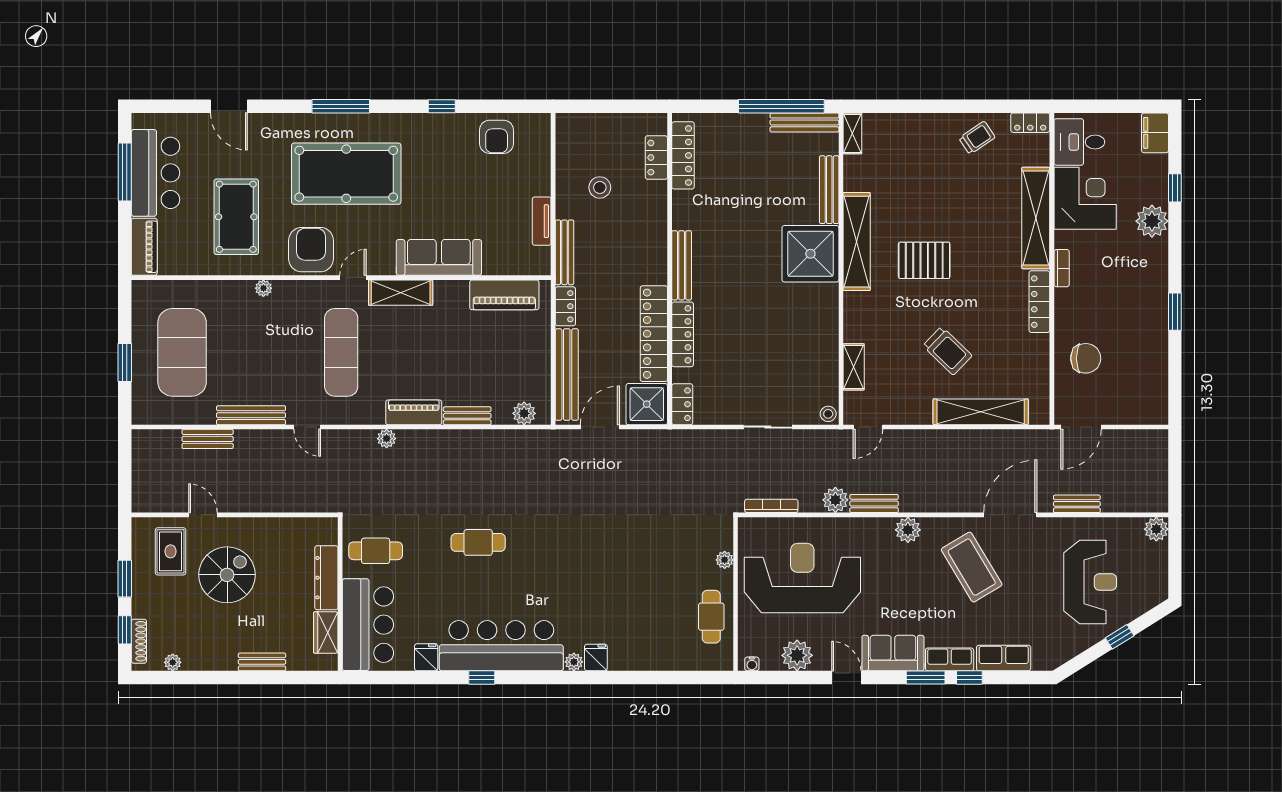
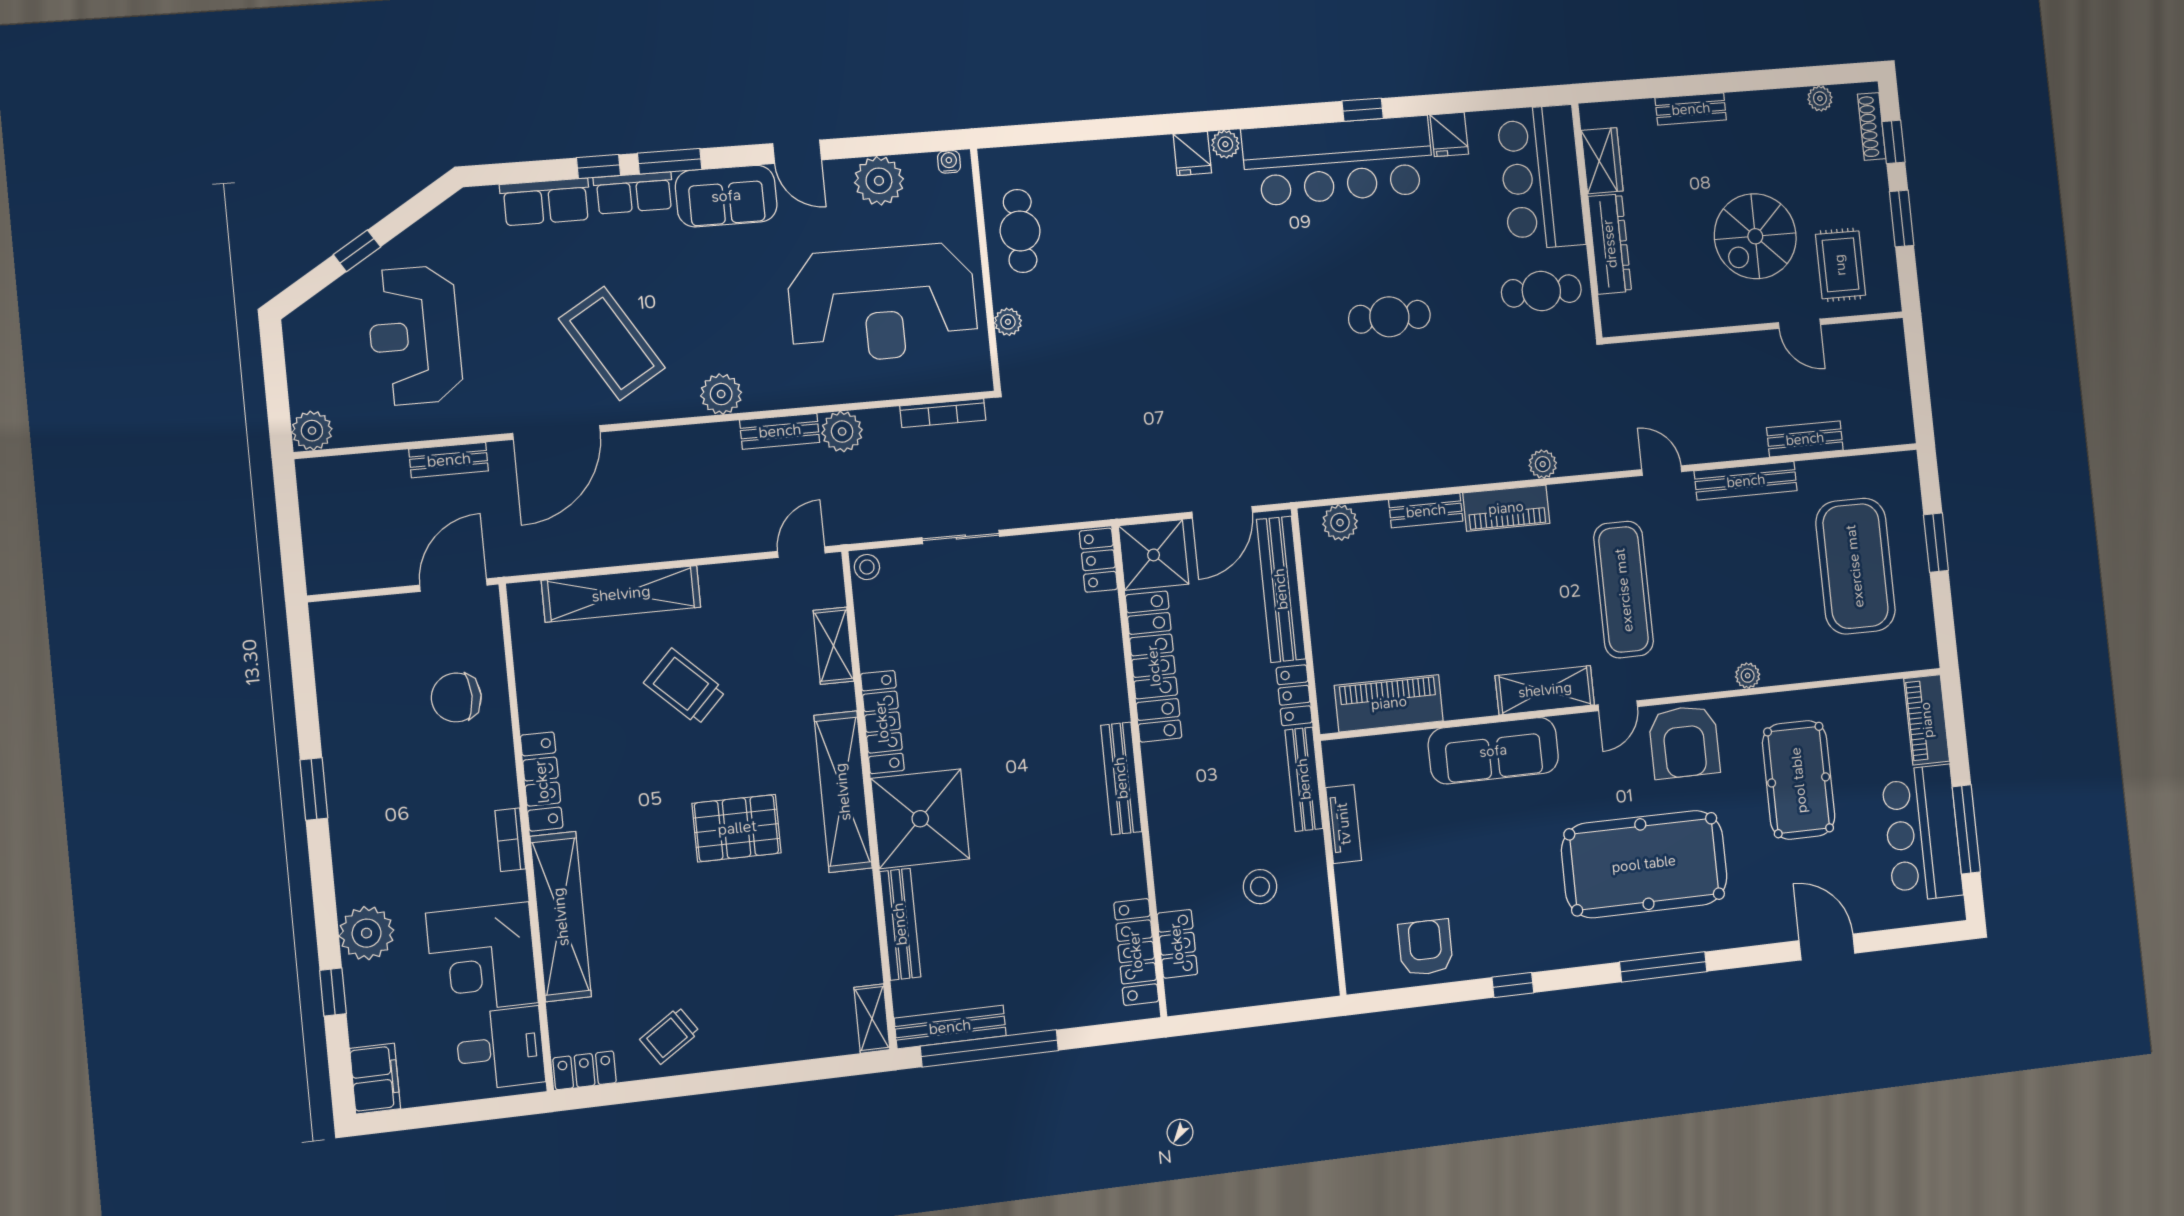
shelving: (857, 242) -> (843, 792), moved
locker: (683, 334) -> (882, 722), moved, turned 180

